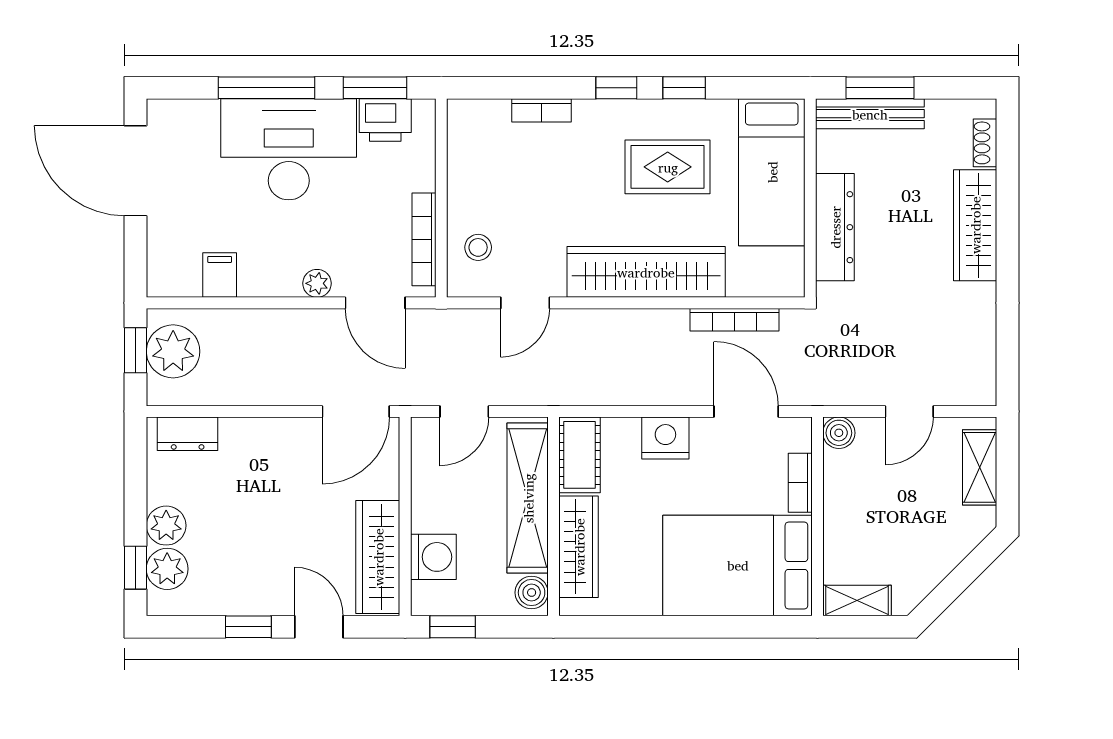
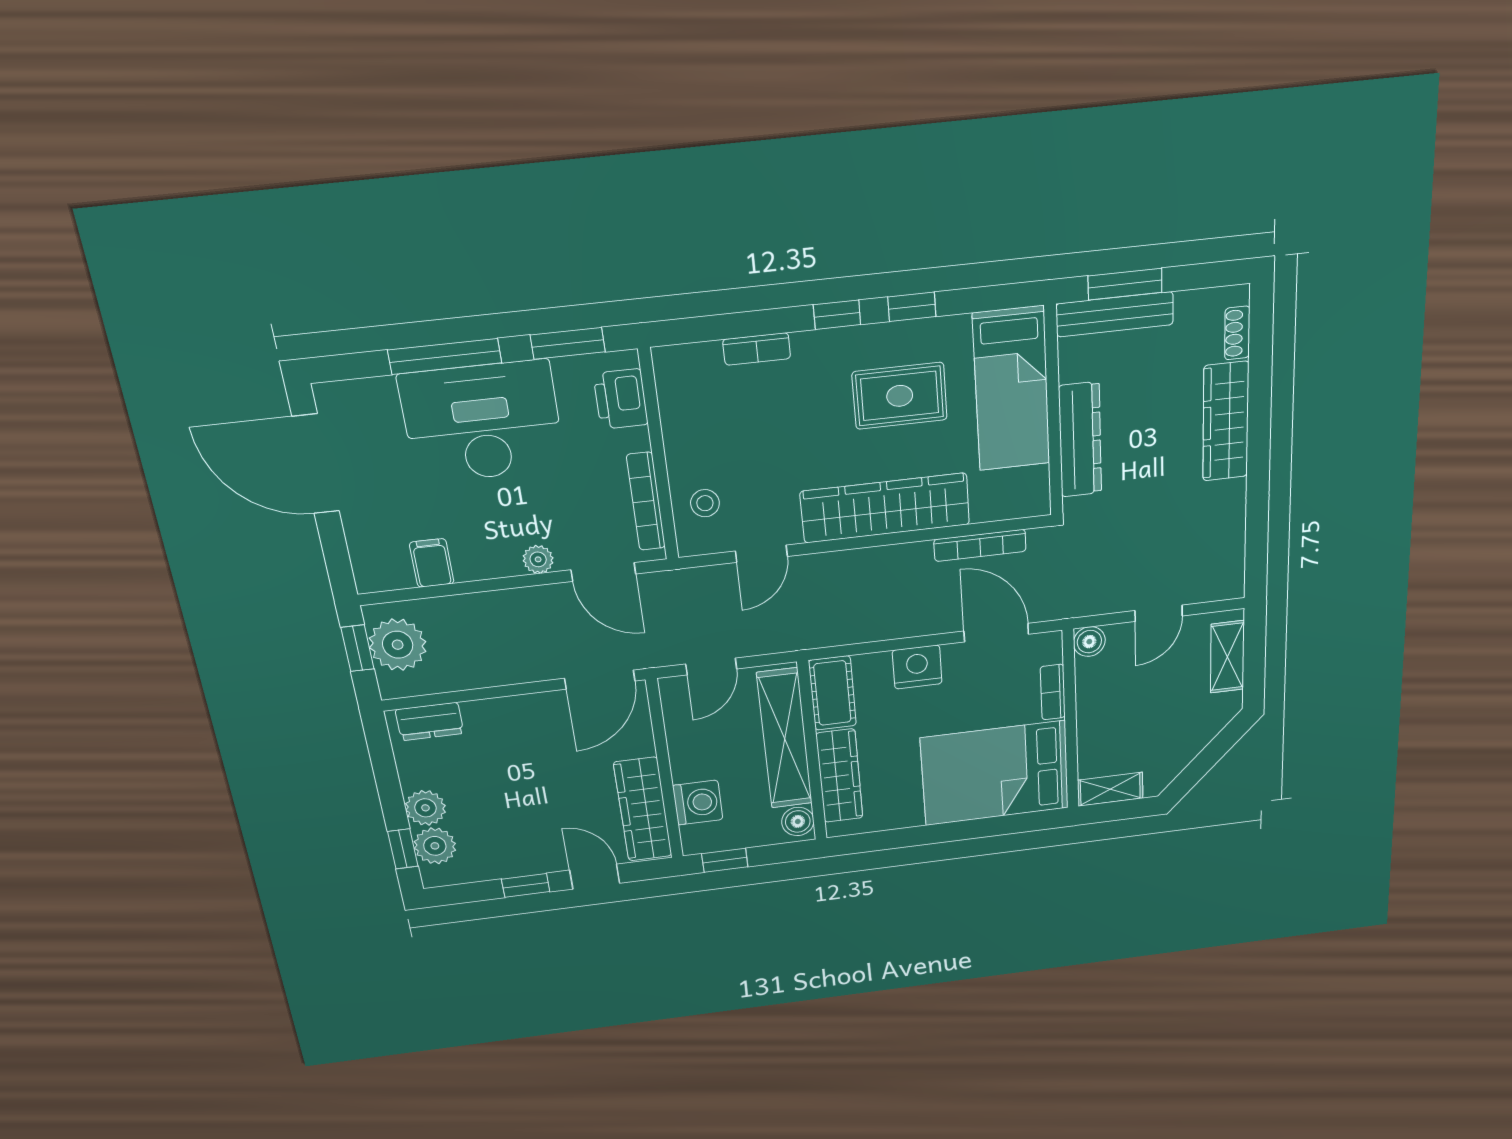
printer: (385, 120) -> (621, 399), moved, turned 90

